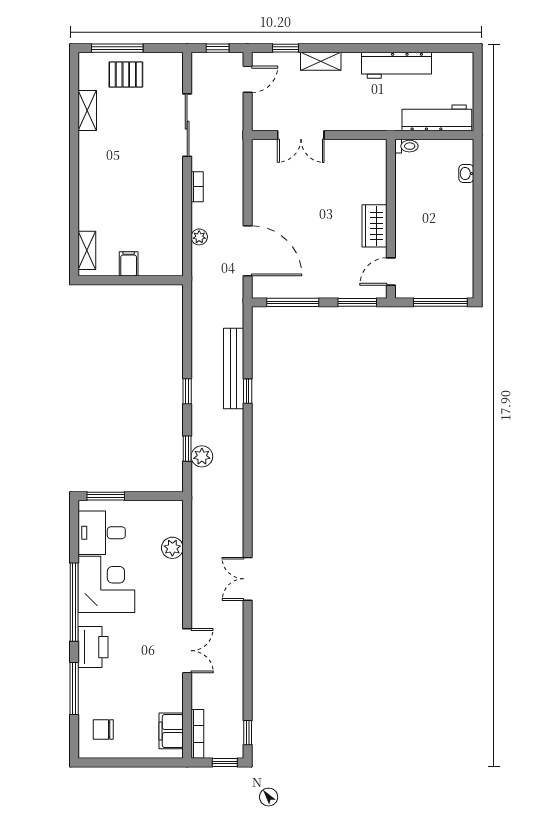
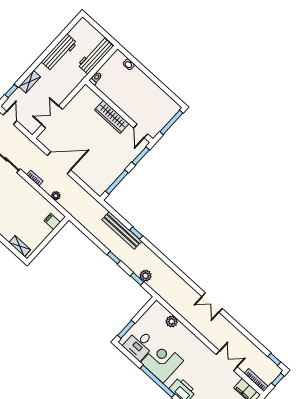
double door: (301, 135) -> (52, 117), swing flipped
wardrobe: (375, 226) -> (112, 117), width x1.50
door: (248, 251) -> (59, 163), moved
filing cabinet: (129, 264) -> (52, 221), moved
double door: (187, 651) -> (227, 361), moved

